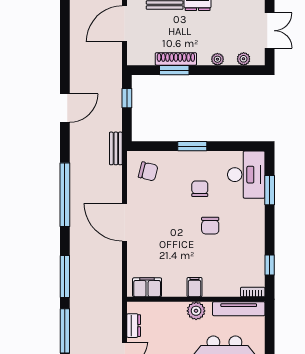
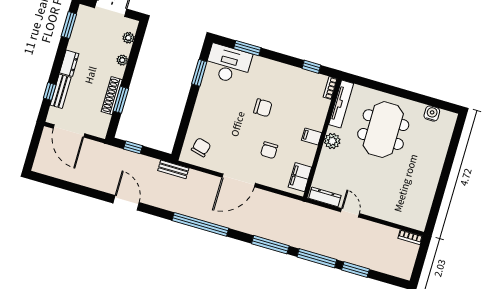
window: (192, 146) -> (199, 73), moved
chair: (200, 189) -> (269, 150), moved, turned -90
dresser: (134, 326) -> (325, 197), width x1.44

